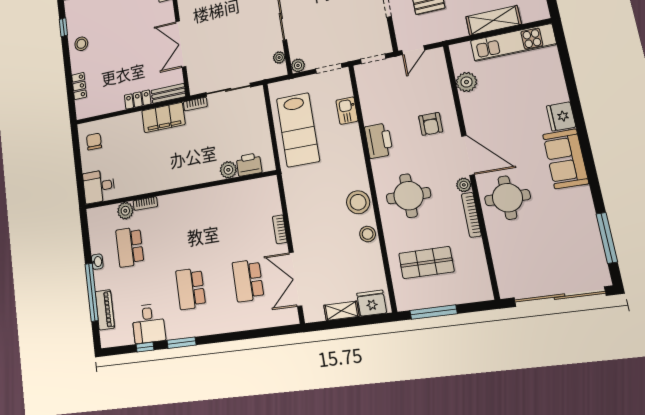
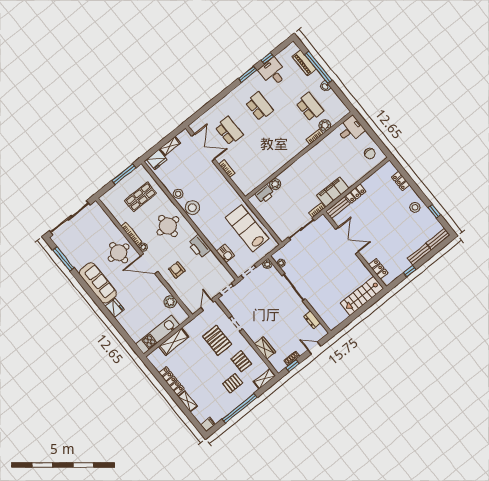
sofa: (566, 159) -> (98, 283), width x1.36

